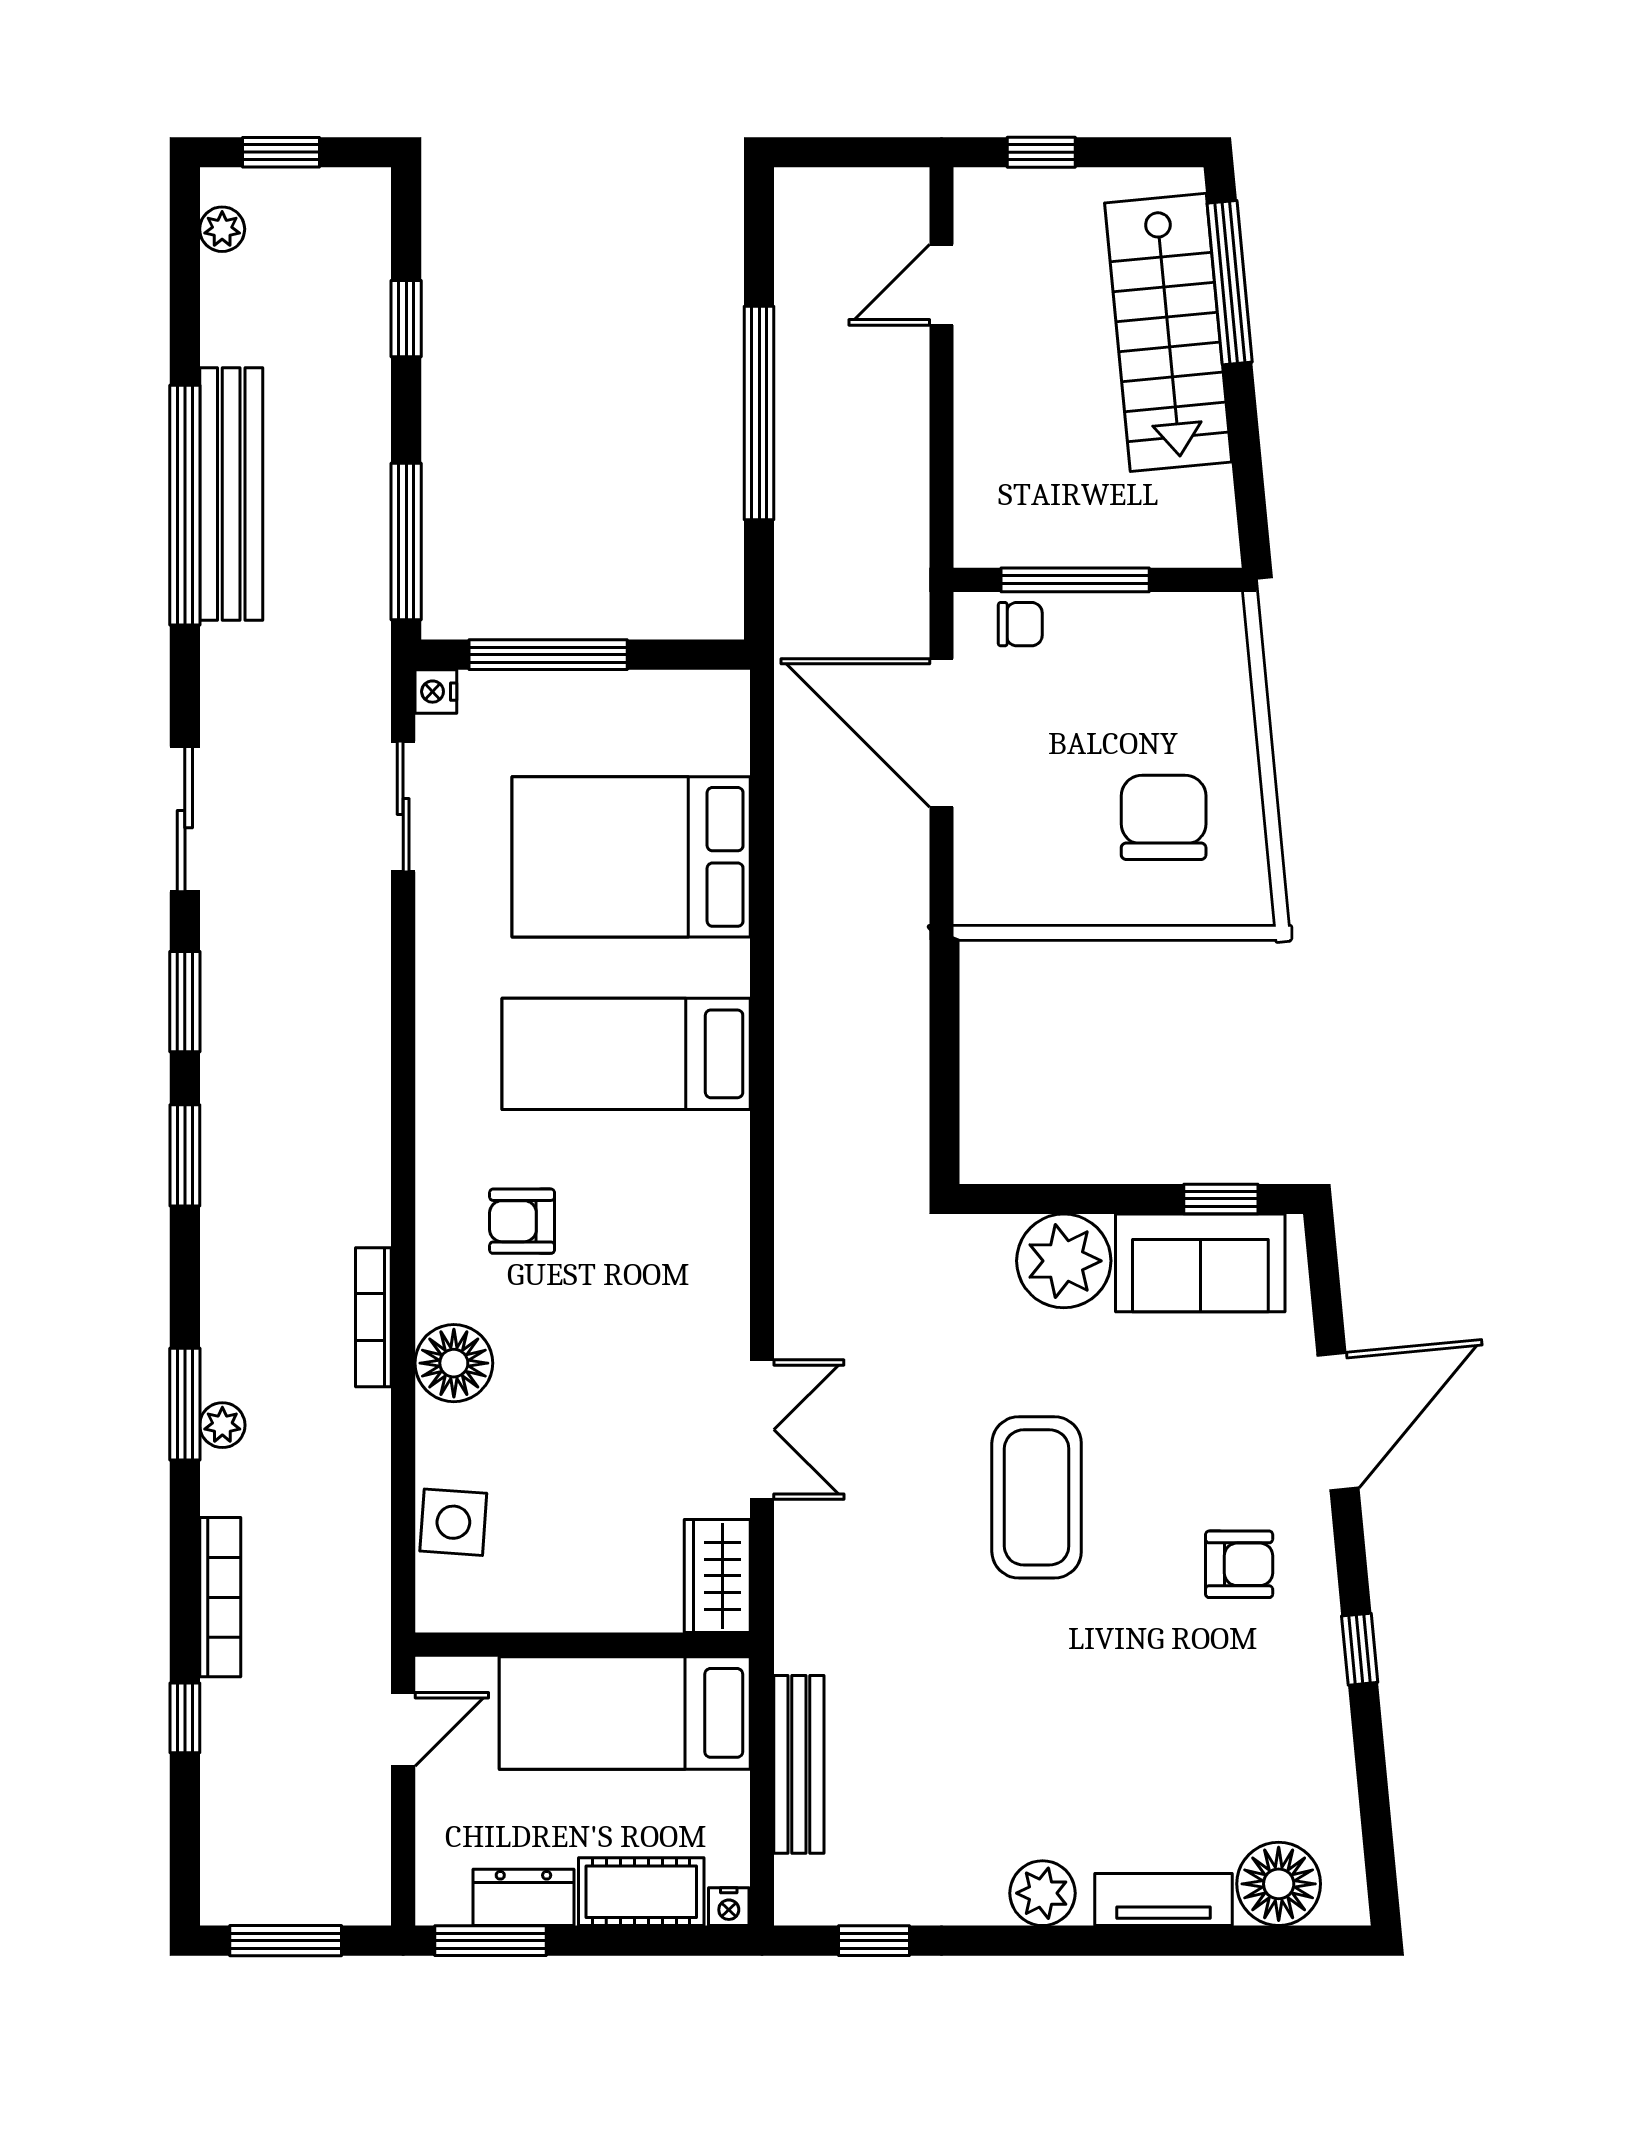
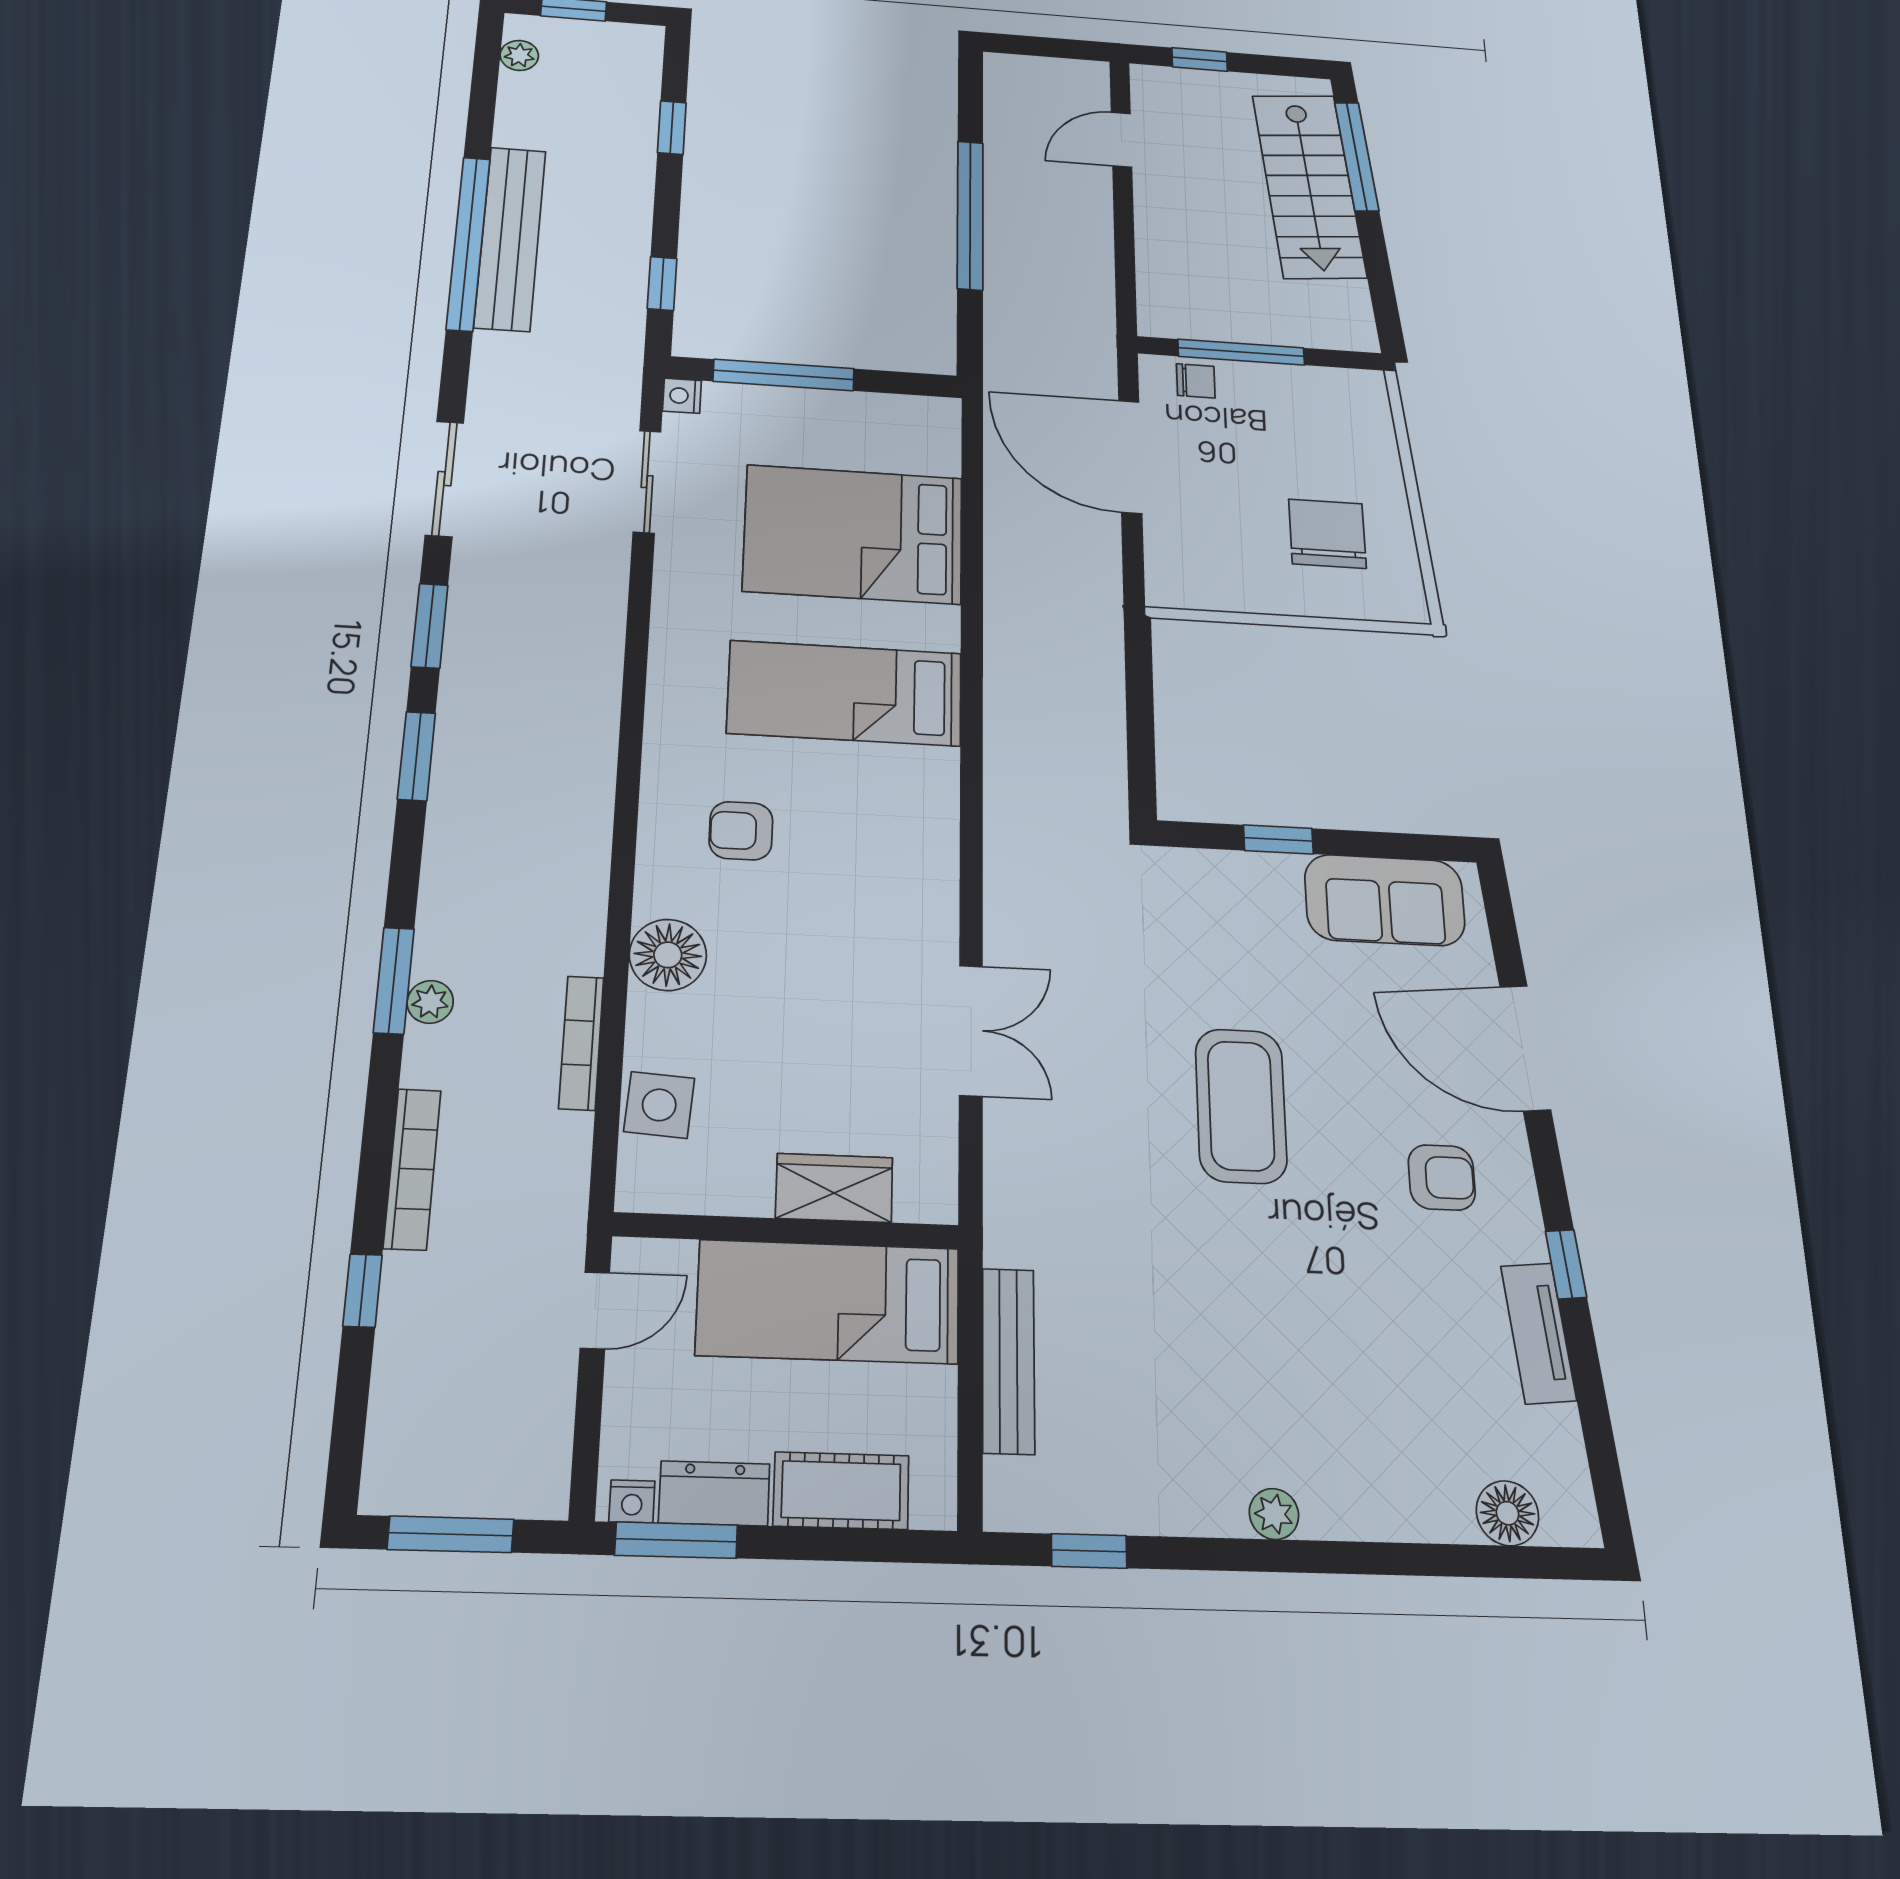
window: (406, 542) -> (662, 283), width x0.46
window: (1221, 1199) -> (1278, 839), moved
plant: (1064, 1261) -> (1257, 892), removed
bookcase: (373, 1317) -> (581, 1043), moved
door: (1338, 1421) -> (1525, 1048), swing flipped
wardrobe: (717, 1576) -> (834, 1188), moved, turned 90
floor lamp: (1279, 1884) -> (1507, 1513), width x0.73, depth x0.73
plant: (1043, 1893) -> (1274, 1514), width x0.73, depth x0.73
tv unit: (1163, 1900) -> (1538, 1333), moved, turned -95
nightstand: (729, 1907) -> (632, 1501), moved

